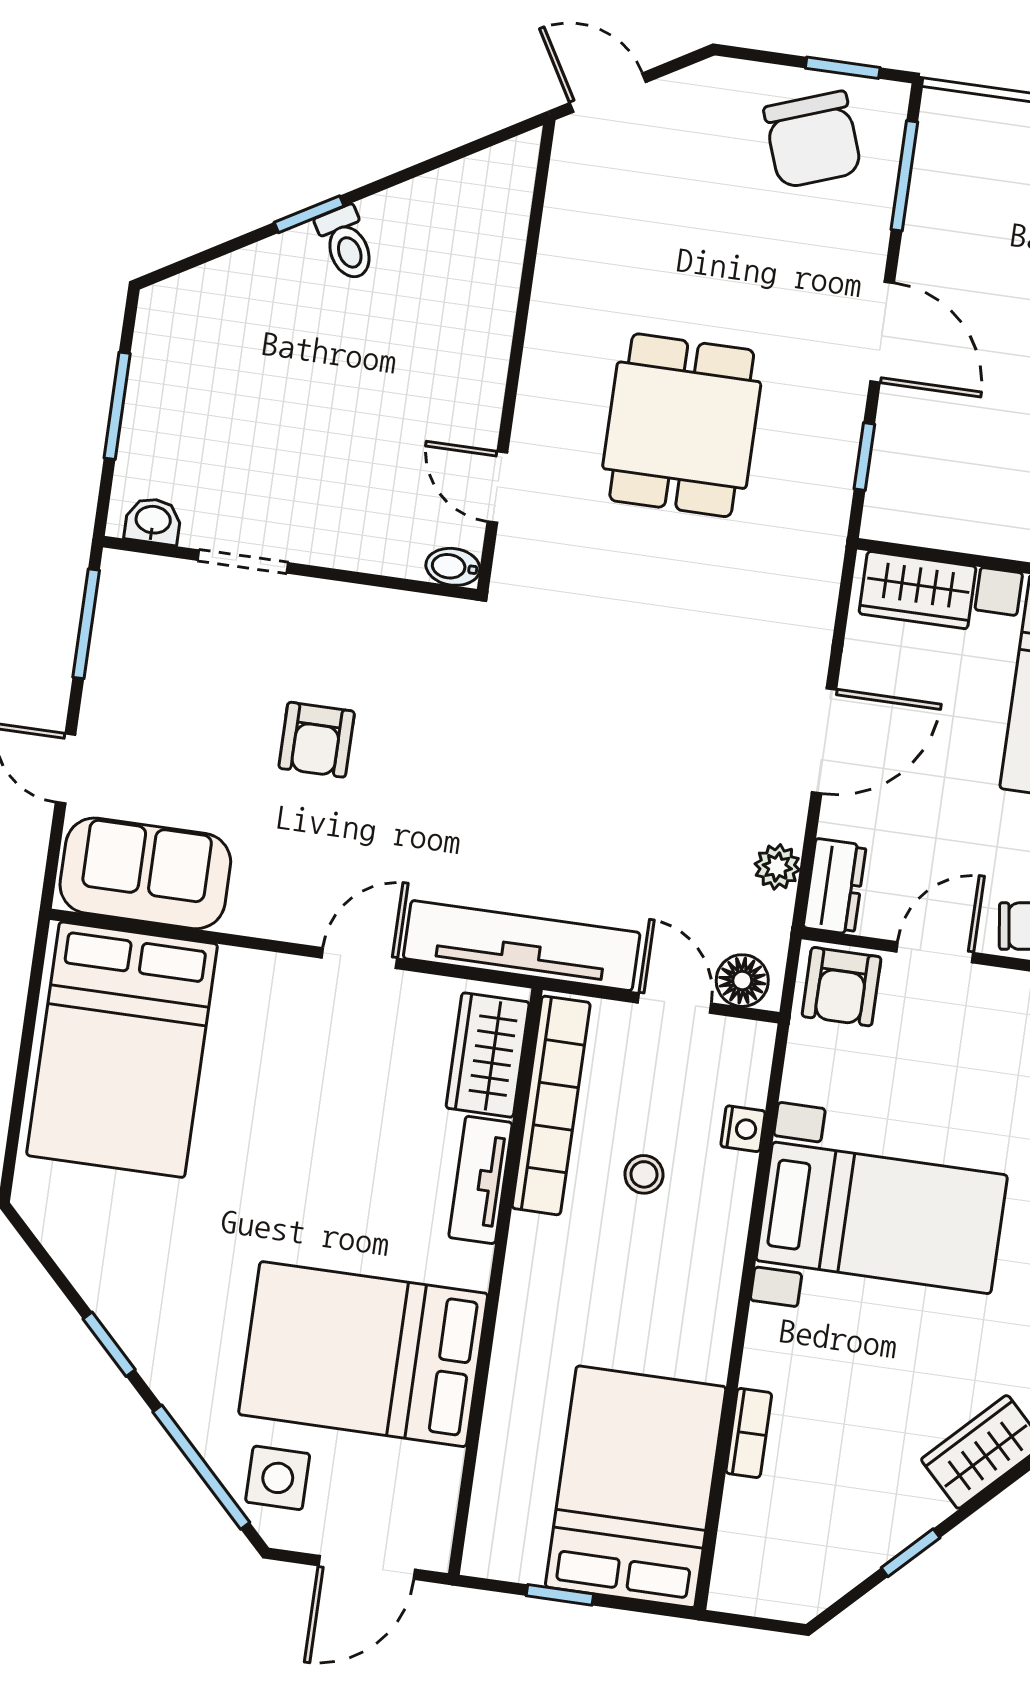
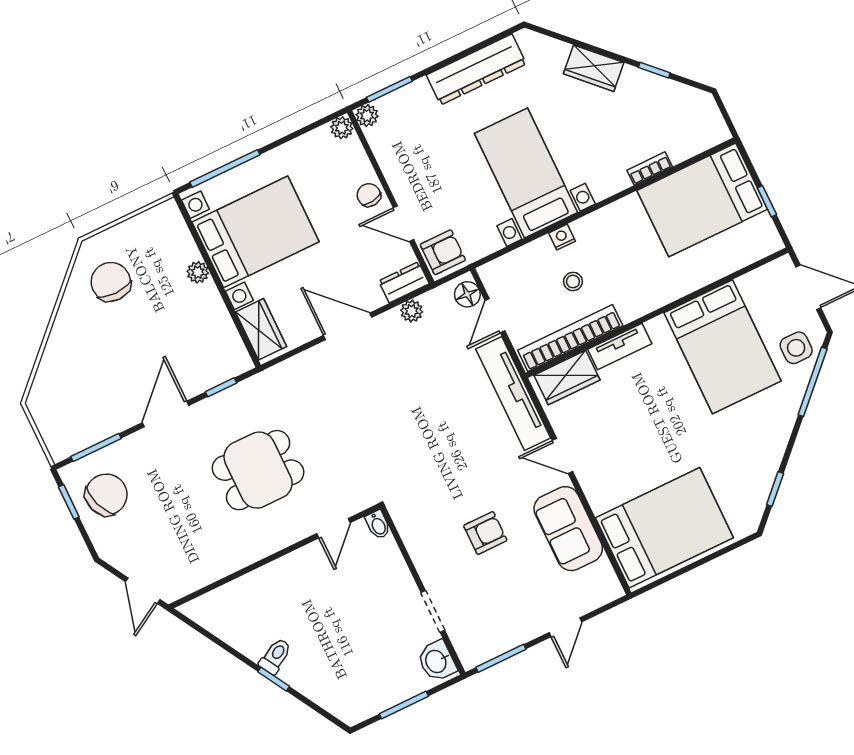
washbasin: (153, 521) -> (437, 661), width x1.38, depth x1.45
sofa: (145, 873) -> (568, 529), moved
nightstand: (743, 1129) -> (562, 237), moved
window: (109, 1344) -> (775, 489), moved

